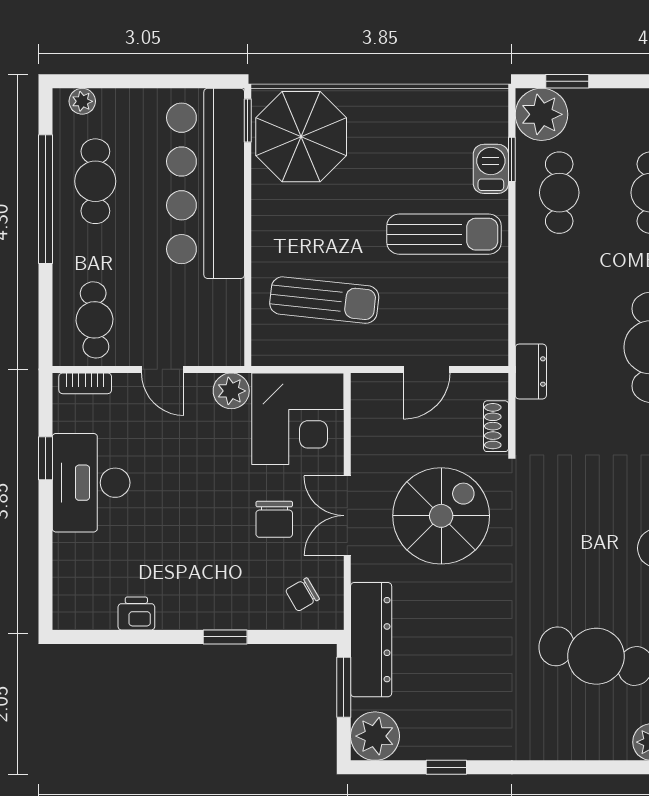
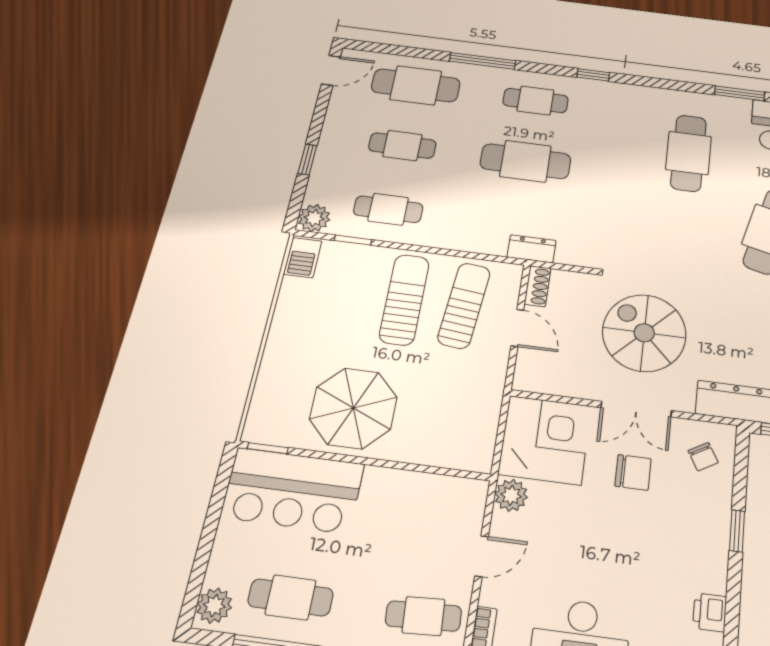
window: (567, 81) -> (307, 160), moved
plant: (82, 101) -> (214, 606), width x1.38, depth x1.38
plant: (541, 114) -> (314, 218), width x0.73, depth x0.73
parasol: (301, 137) -> (353, 408), moved
barbecue: (491, 169) -> (303, 258), moved, turned -90
bar counter: (206, 183) -> (293, 490), width x0.73
sun lounger: (324, 300) -> (464, 305), moved
shoe rack: (496, 426) -> (537, 286), moved, turned -90

